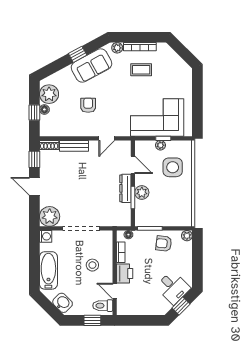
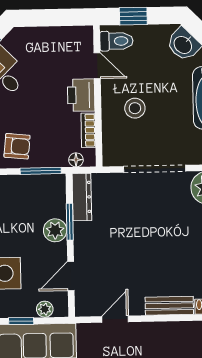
plant: (160, 145) -> (45, 309), moved
door: (133, 165) -> (71, 276), hinge flipped
dresser: (125, 188) -> (82, 197), moved

